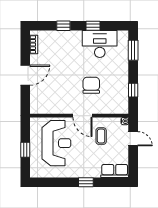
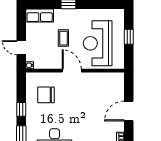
chair: (91, 85) -> (46, 95), moved, turned 90
window: (133, 90) -> (21, 109), moved
coffee table: (101, 136) -> (63, 38), moved

